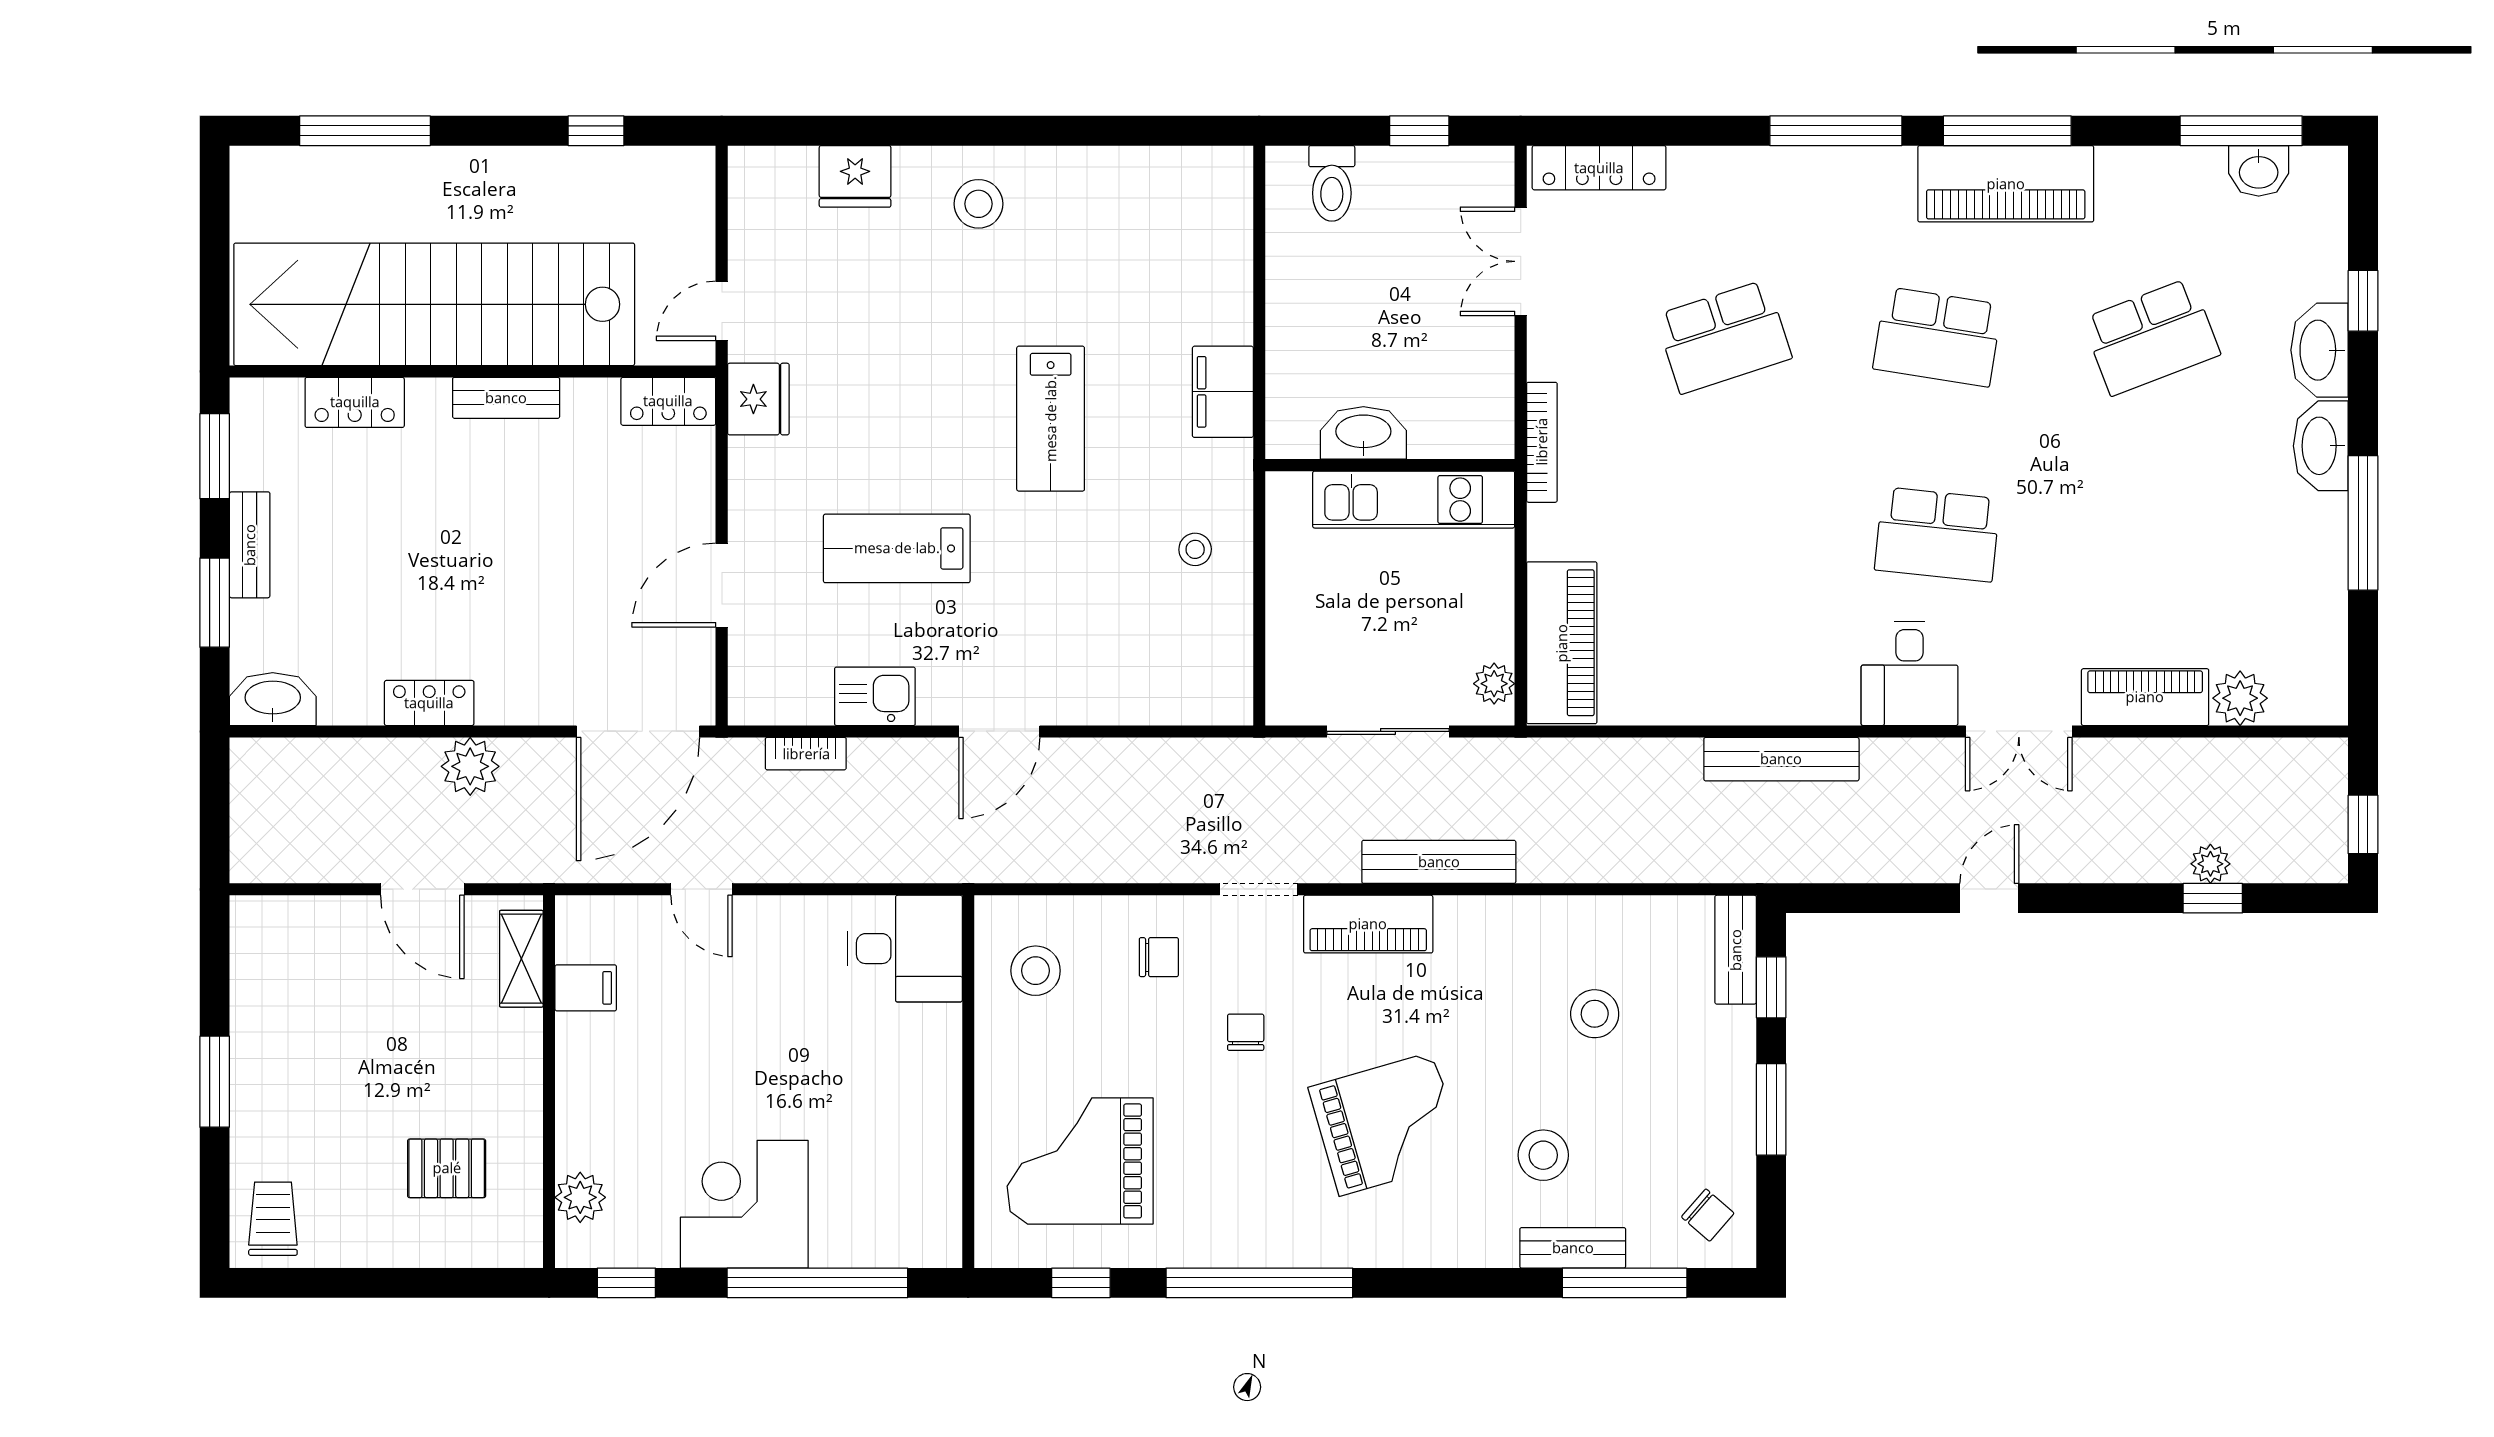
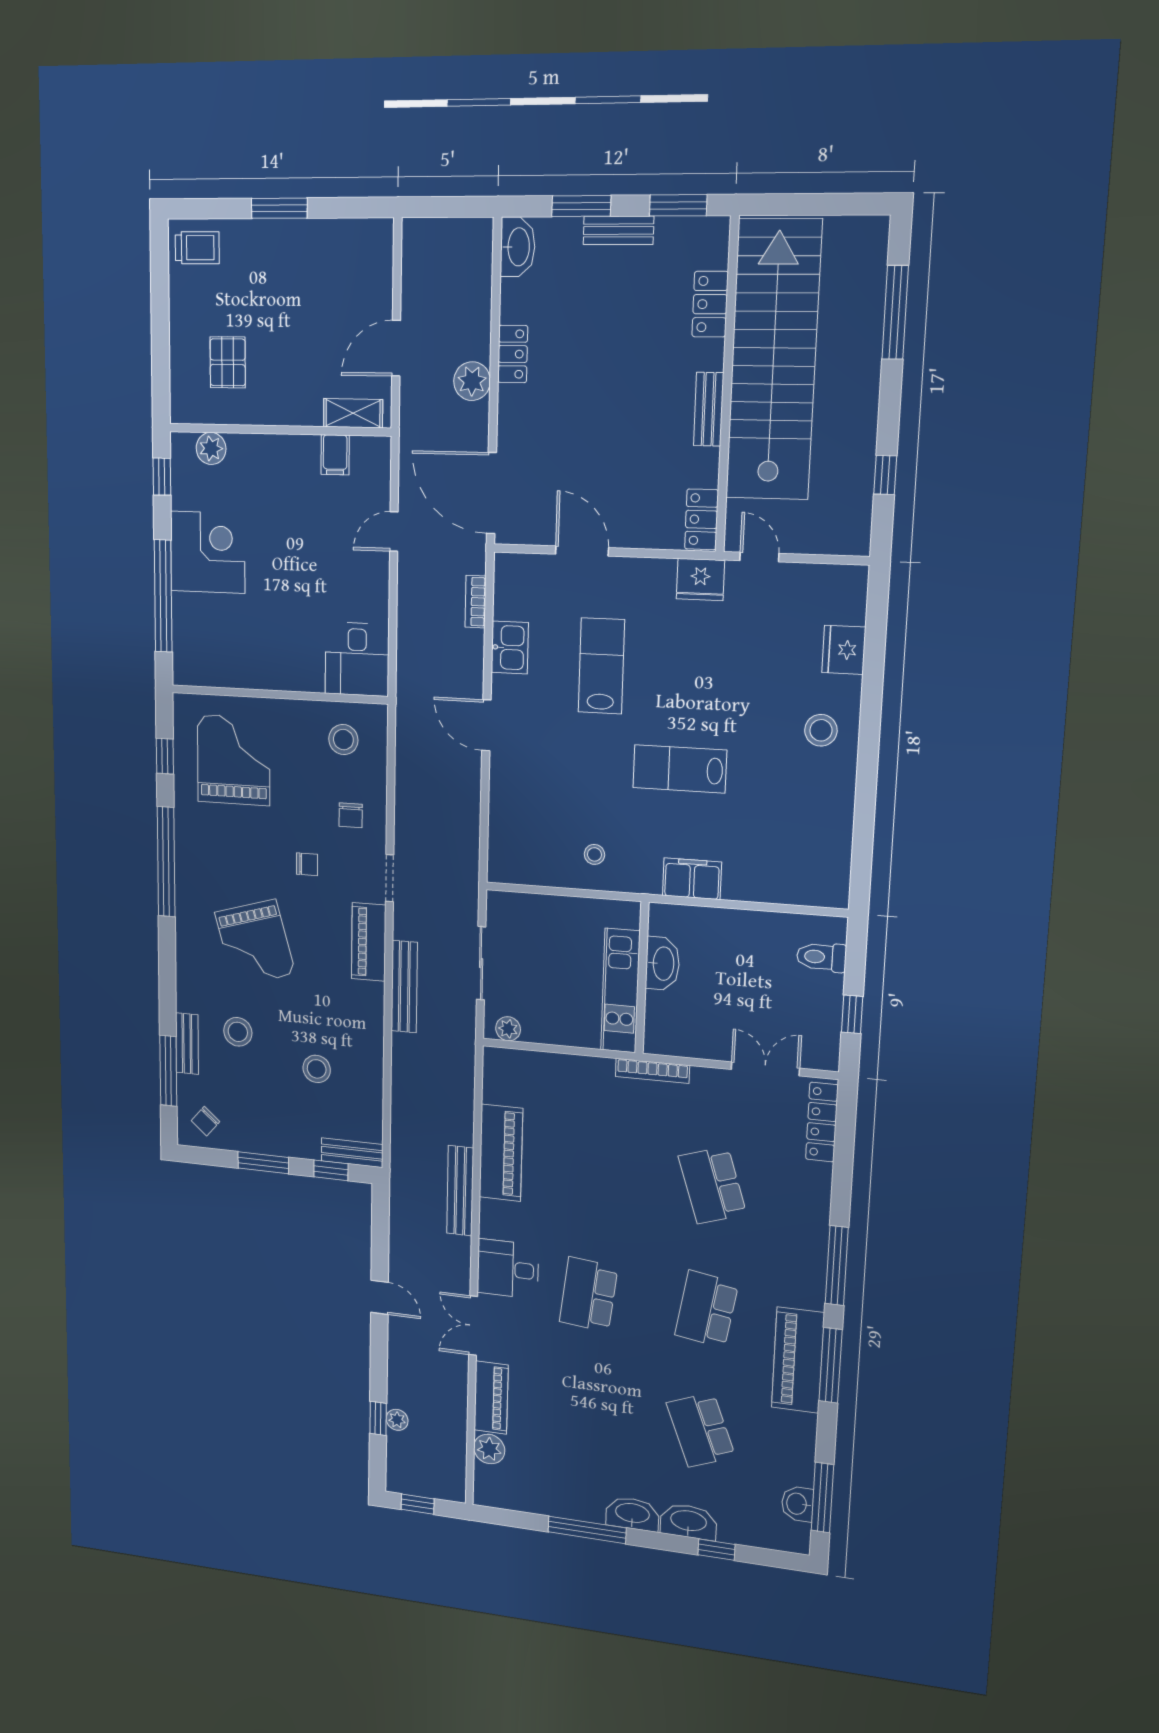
piano: (1562, 643) -> (501, 1153), moved, turned -90

